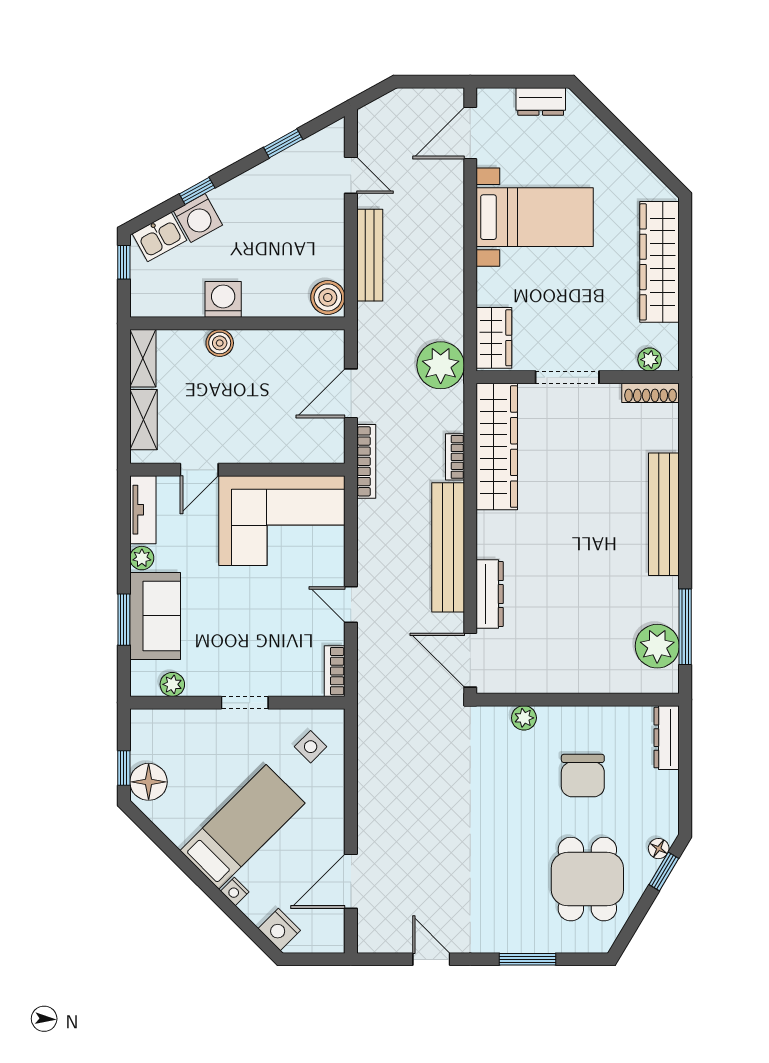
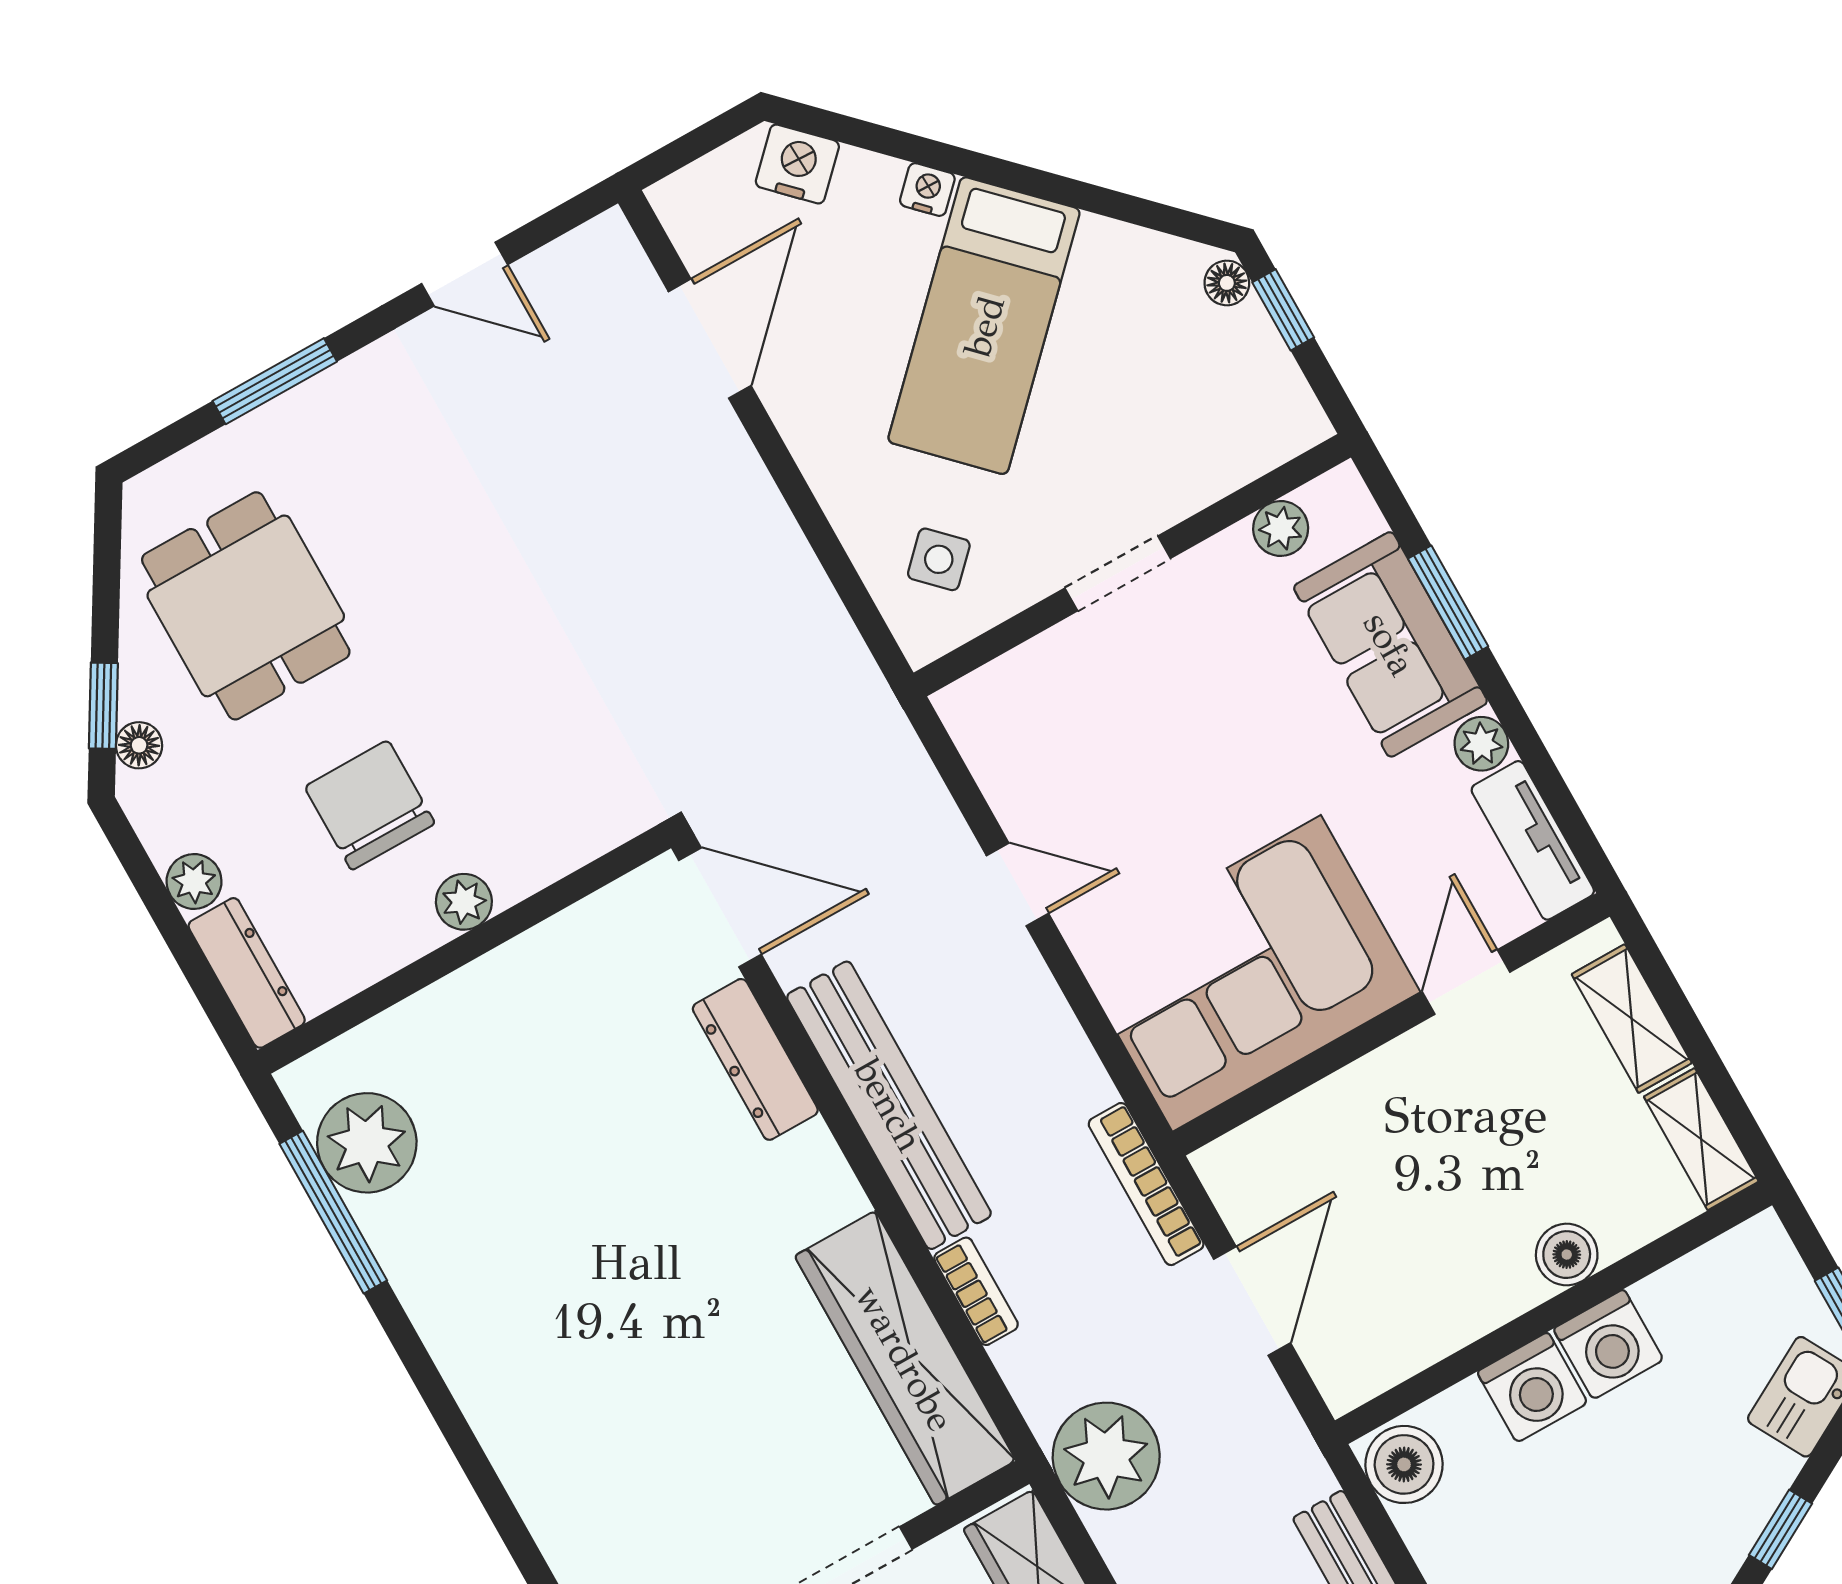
washing machine: (198, 218) -> (1532, 1387), moved, turned -151
bench: (664, 514) -> (500, 1410), removed
bookcase: (335, 671) -> (975, 735), removed
plant: (524, 718) -> (464, 902), moved
floor lamp: (149, 782) -> (1227, 283), width x0.53, depth x0.53
plant: (667, 784) -> (194, 881), added

